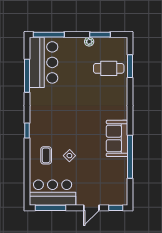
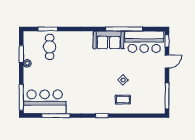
bar counter: (53, 193) -> (144, 42), moved, turned -90
door: (91, 208) -> (167, 61), hinge flipped

